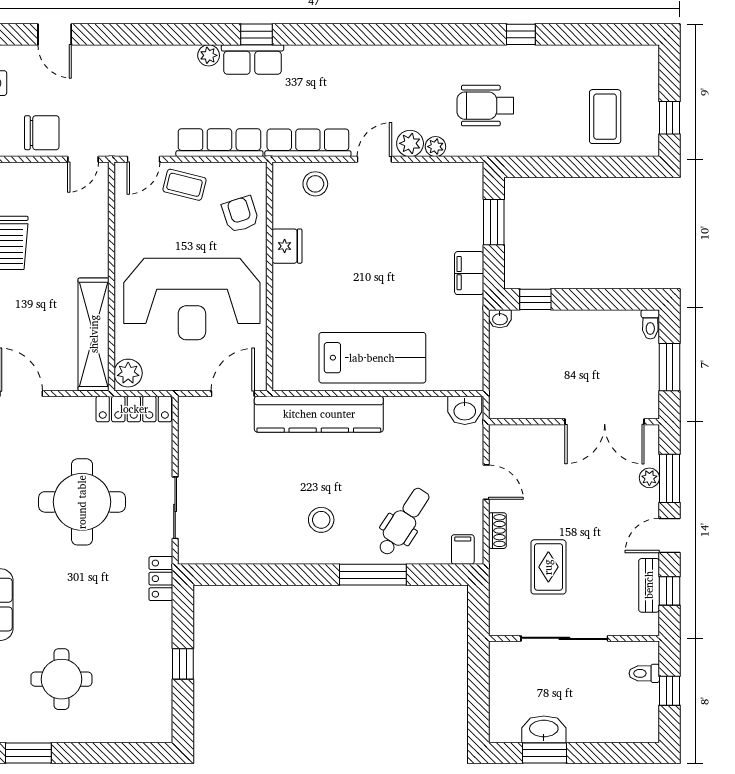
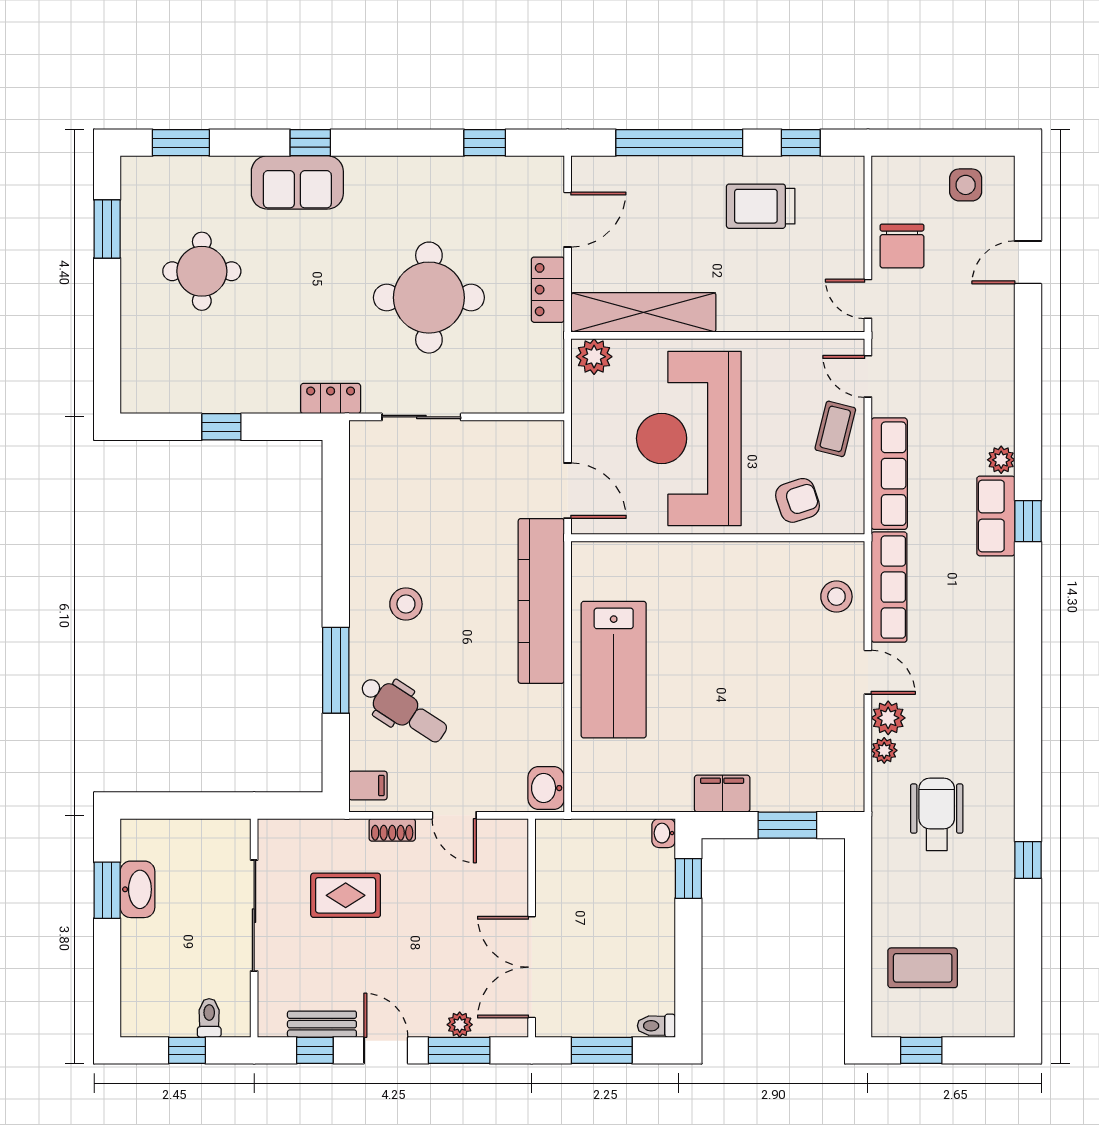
fridge: (287, 246) -> (757, 560), removed
locker: (134, 409) -> (548, 290), moved, width x0.66
door: (486, 482) -> (454, 815), hinge flipped

